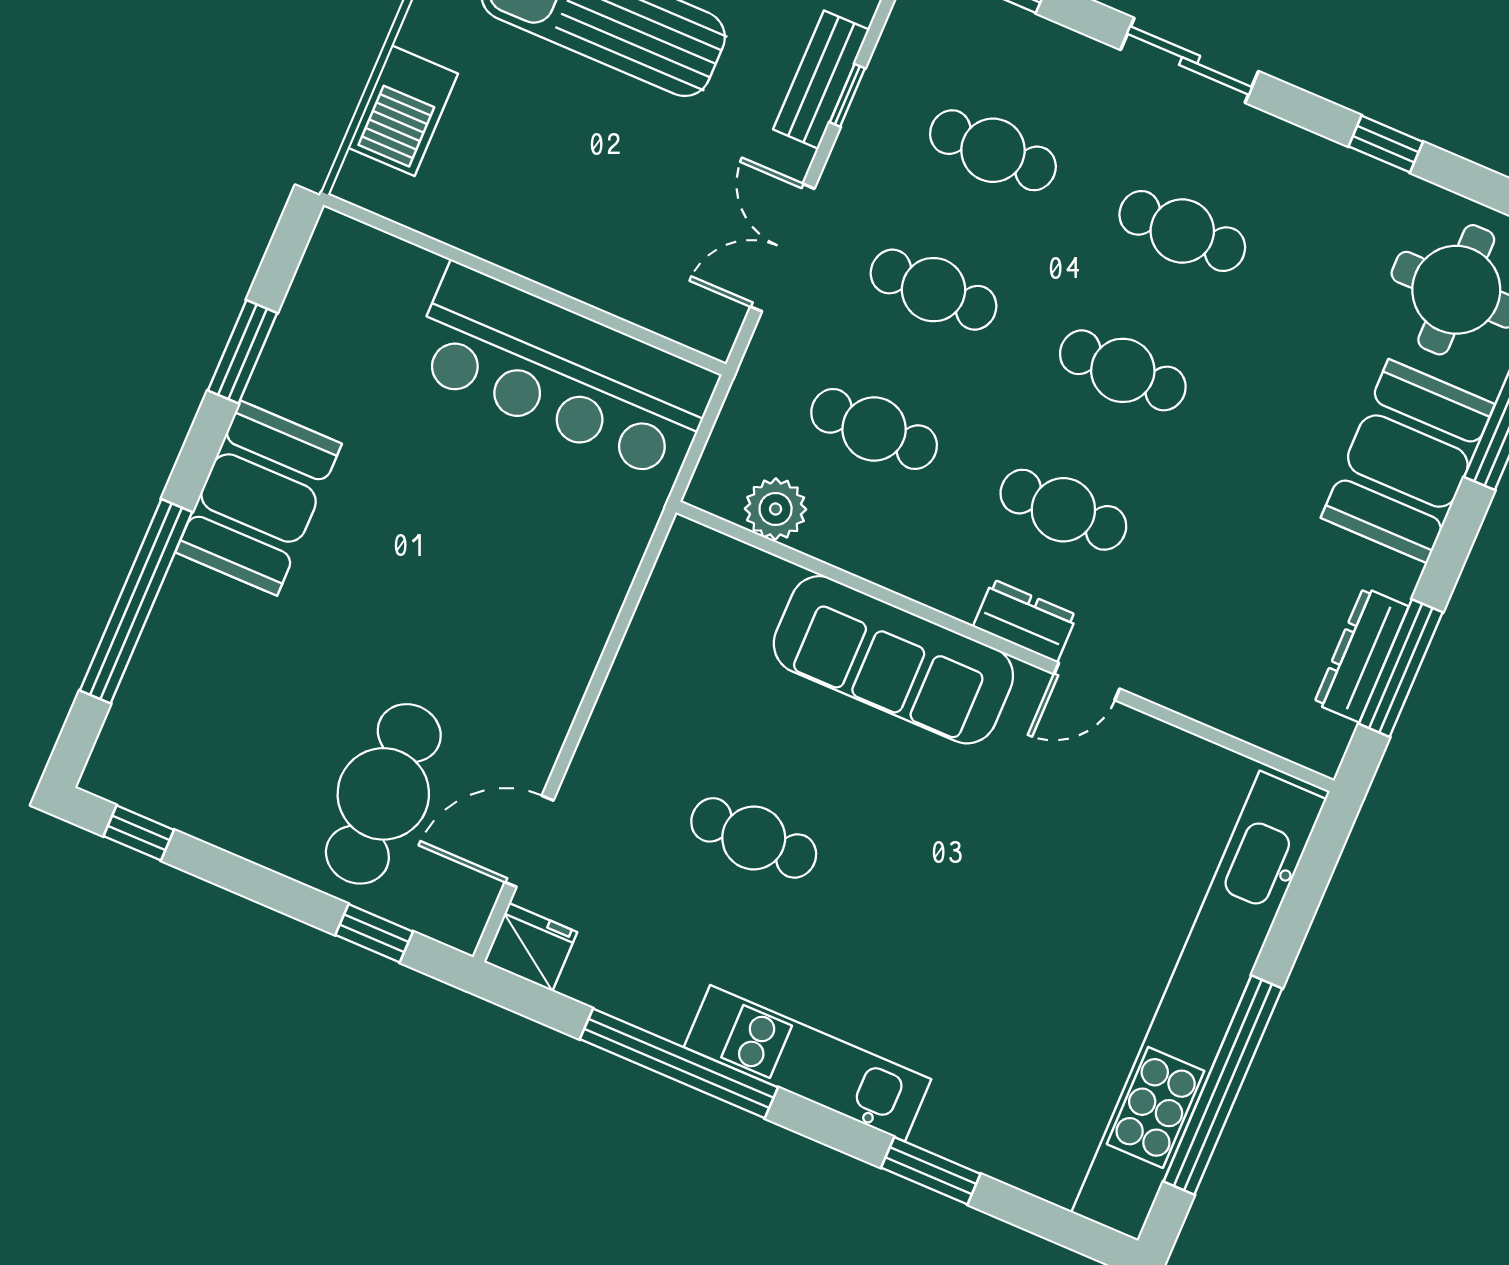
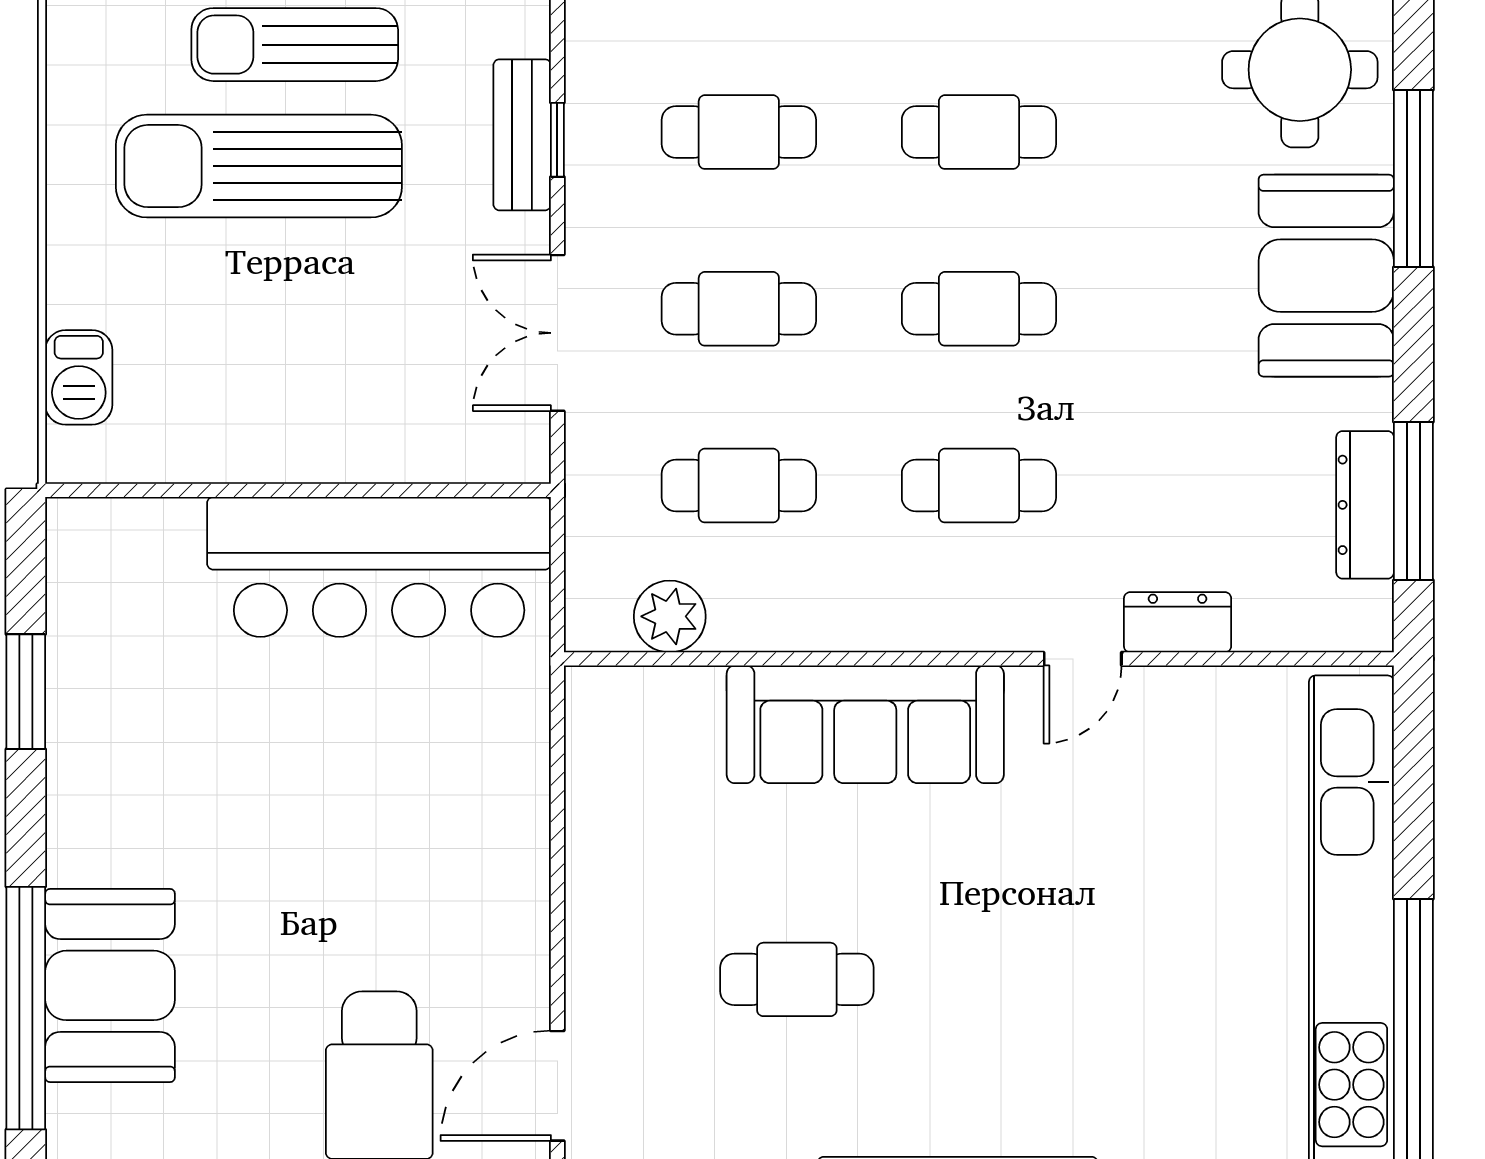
barbecue: (403, 111) -> (79, 377), width x0.73, depth x0.79
booth: (259, 498) -> (110, 985), moved
dresser: (1025, 621) -> (1178, 622), moved

